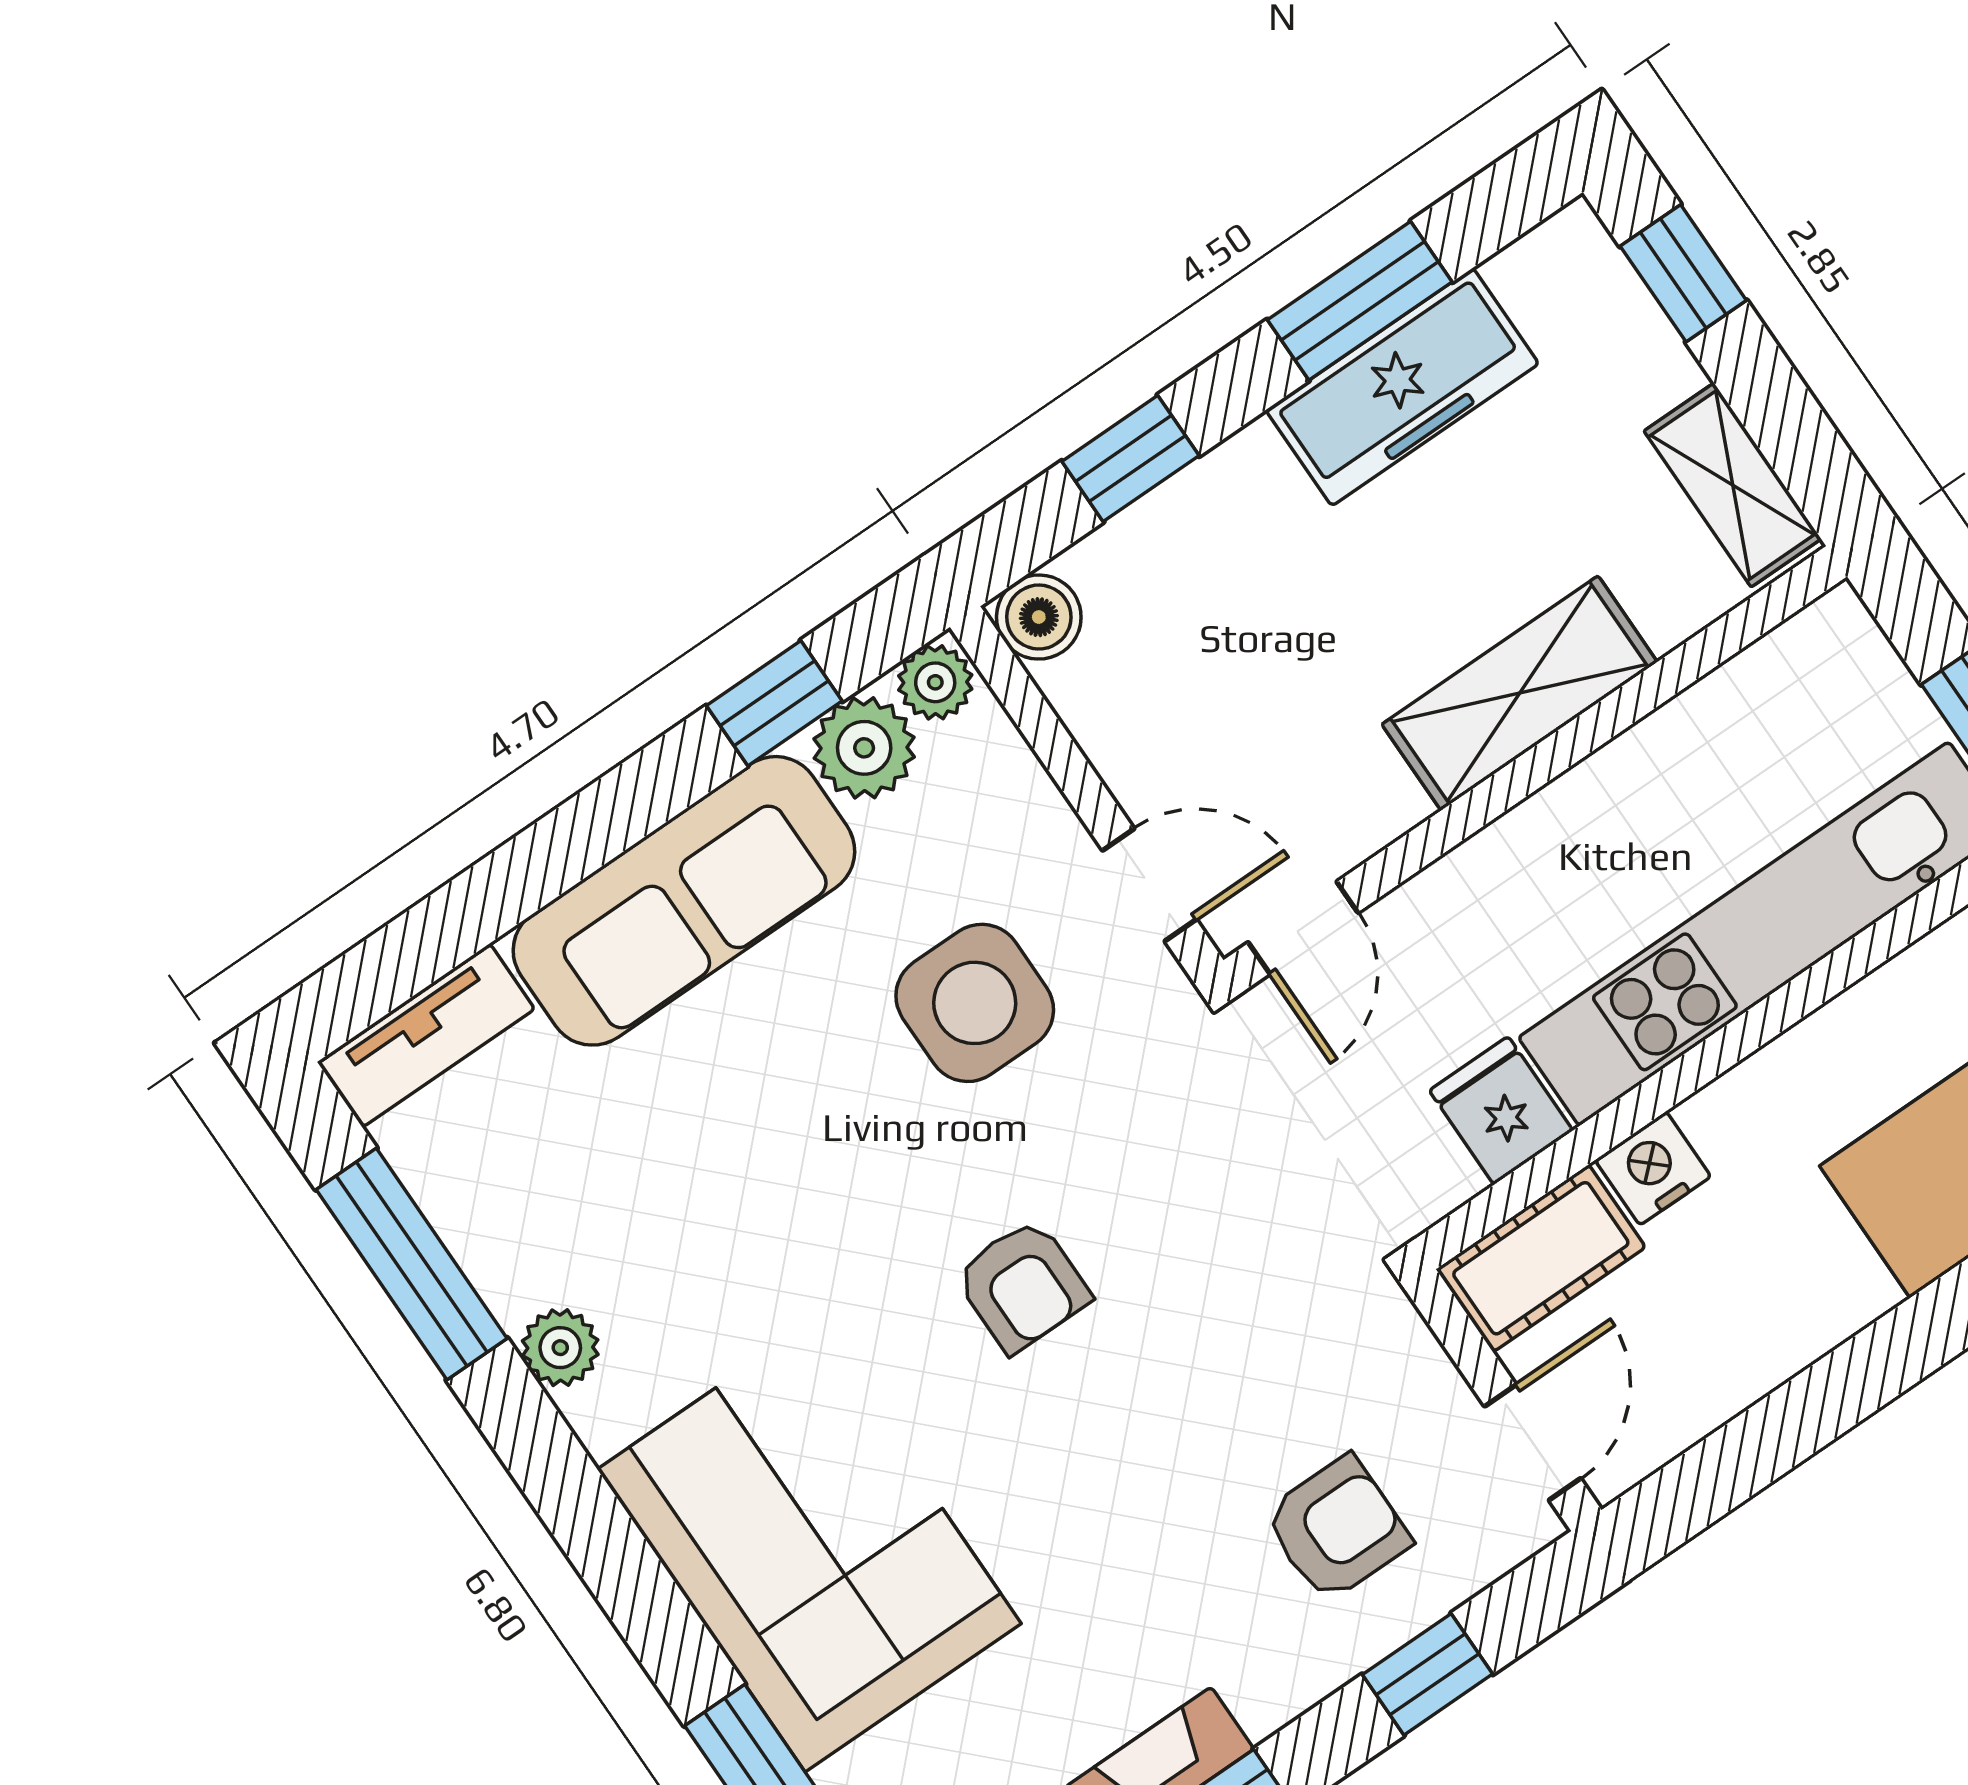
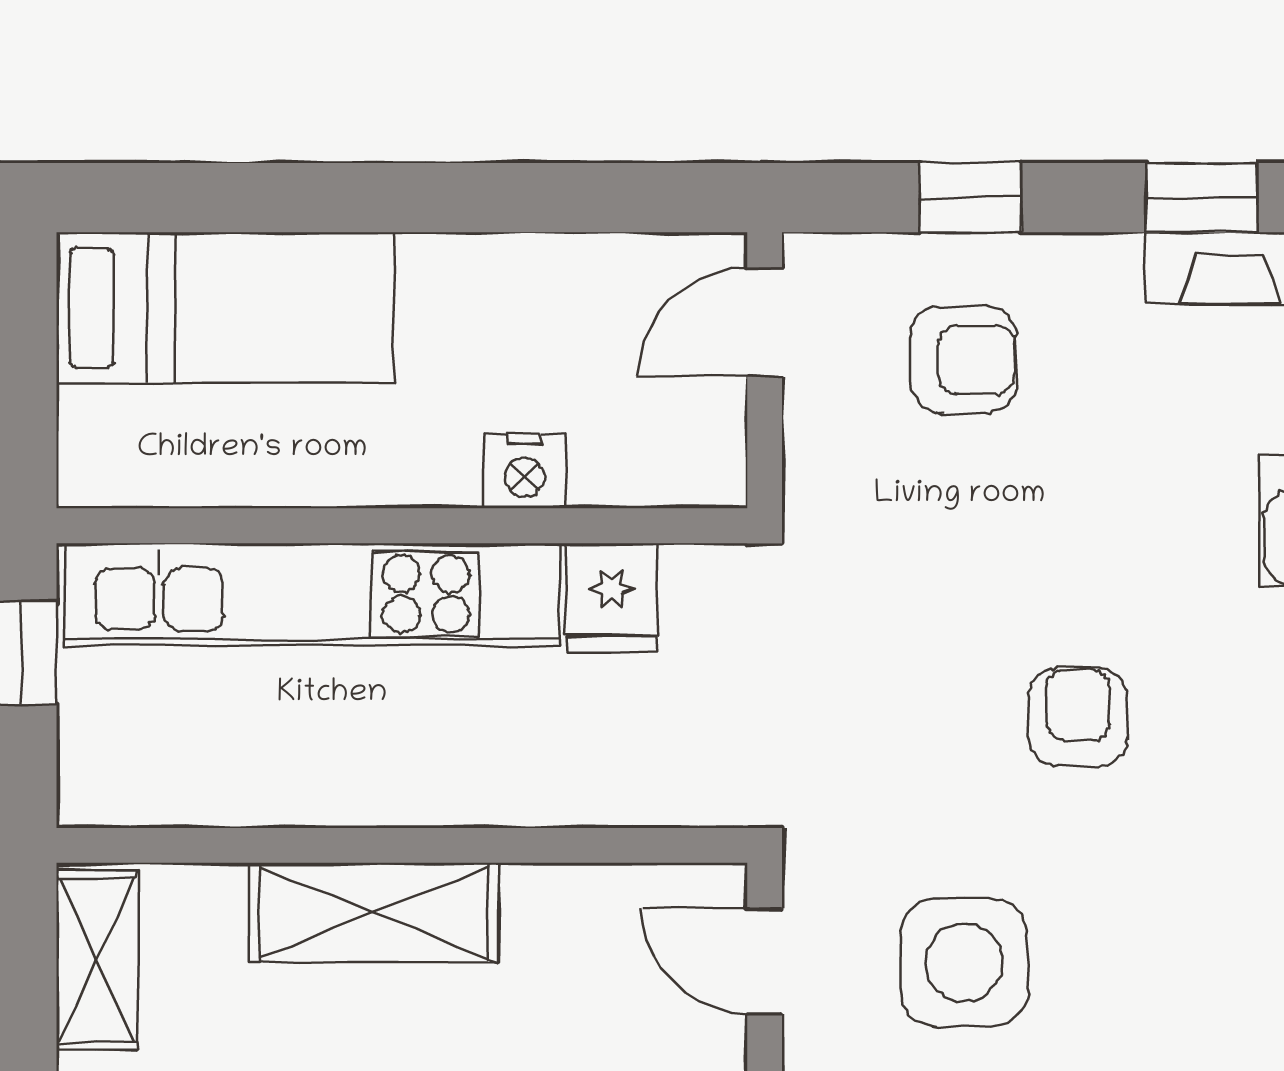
door: (1303, 928) -> (668, 845), removed
cot: (1541, 1258) -> (660, 461), removed
armchair: (1337, 1529) -> (963, 359), turned 180

